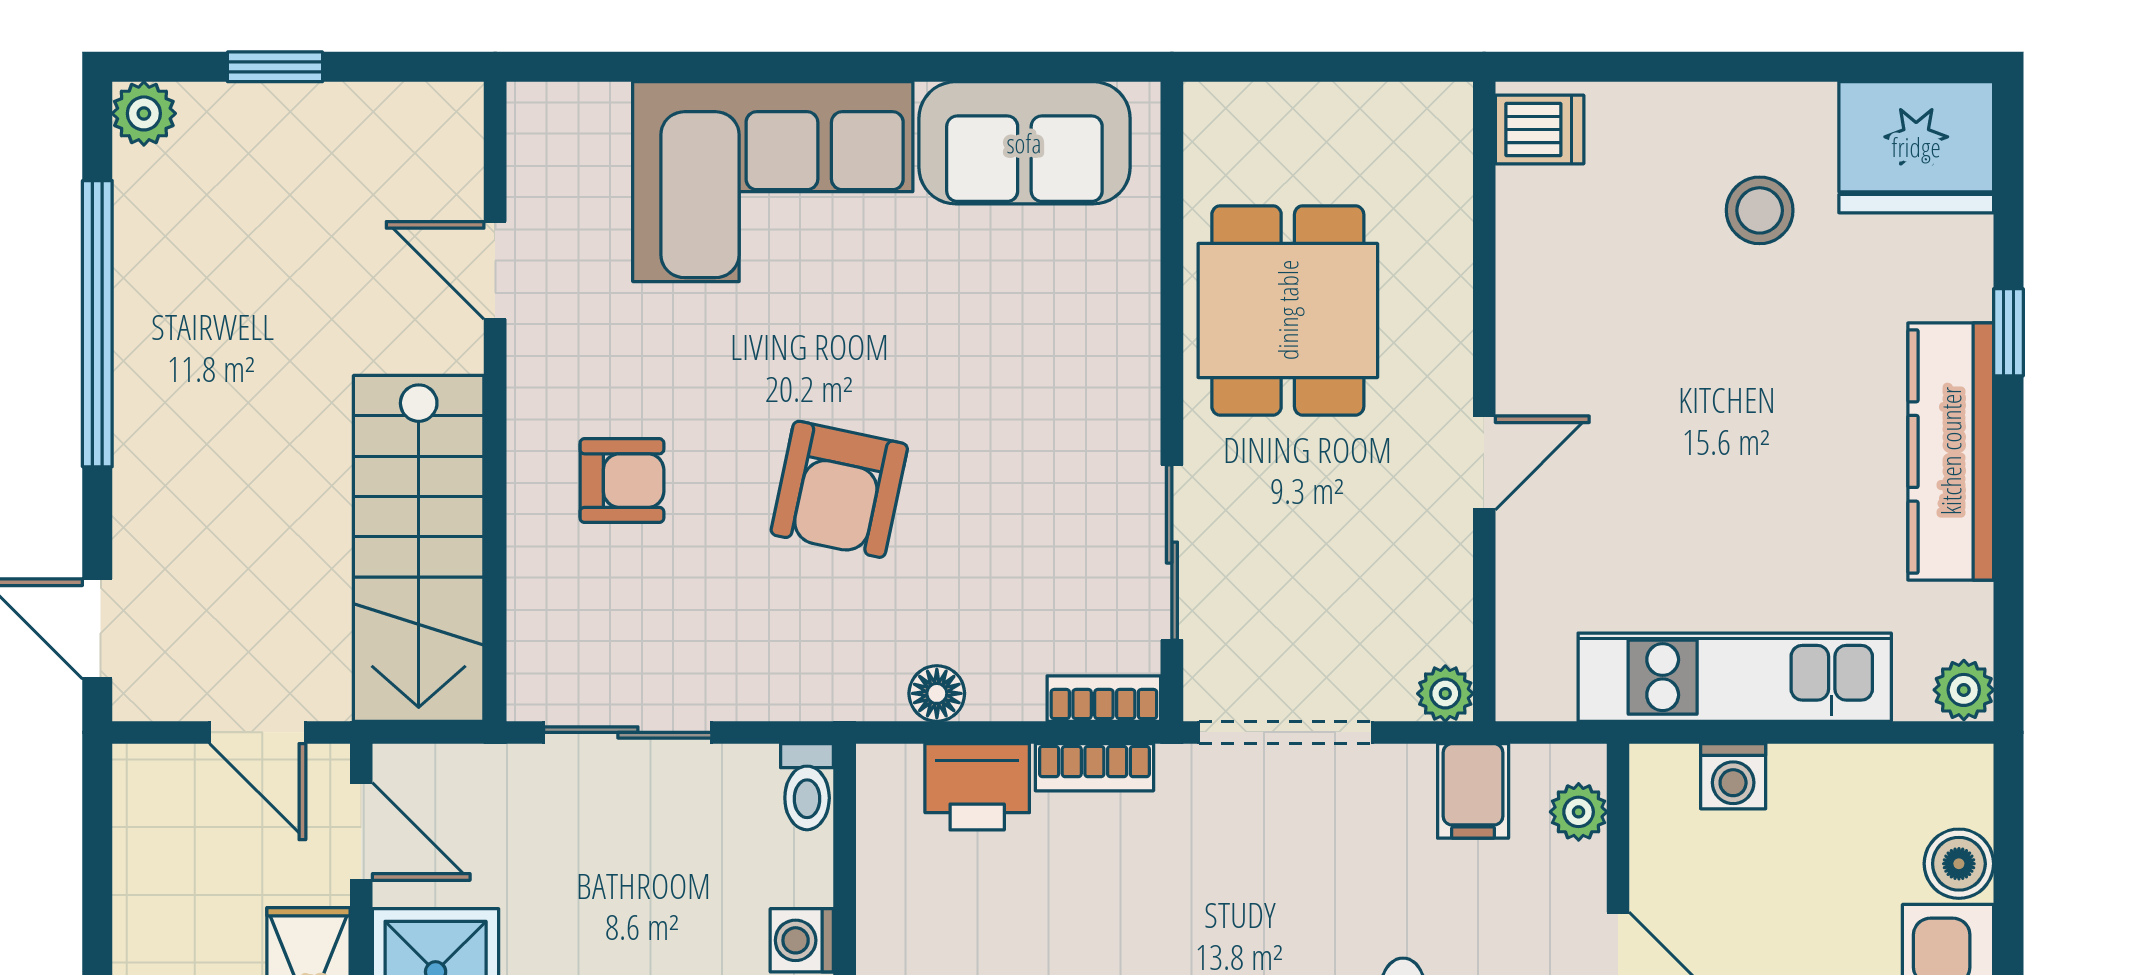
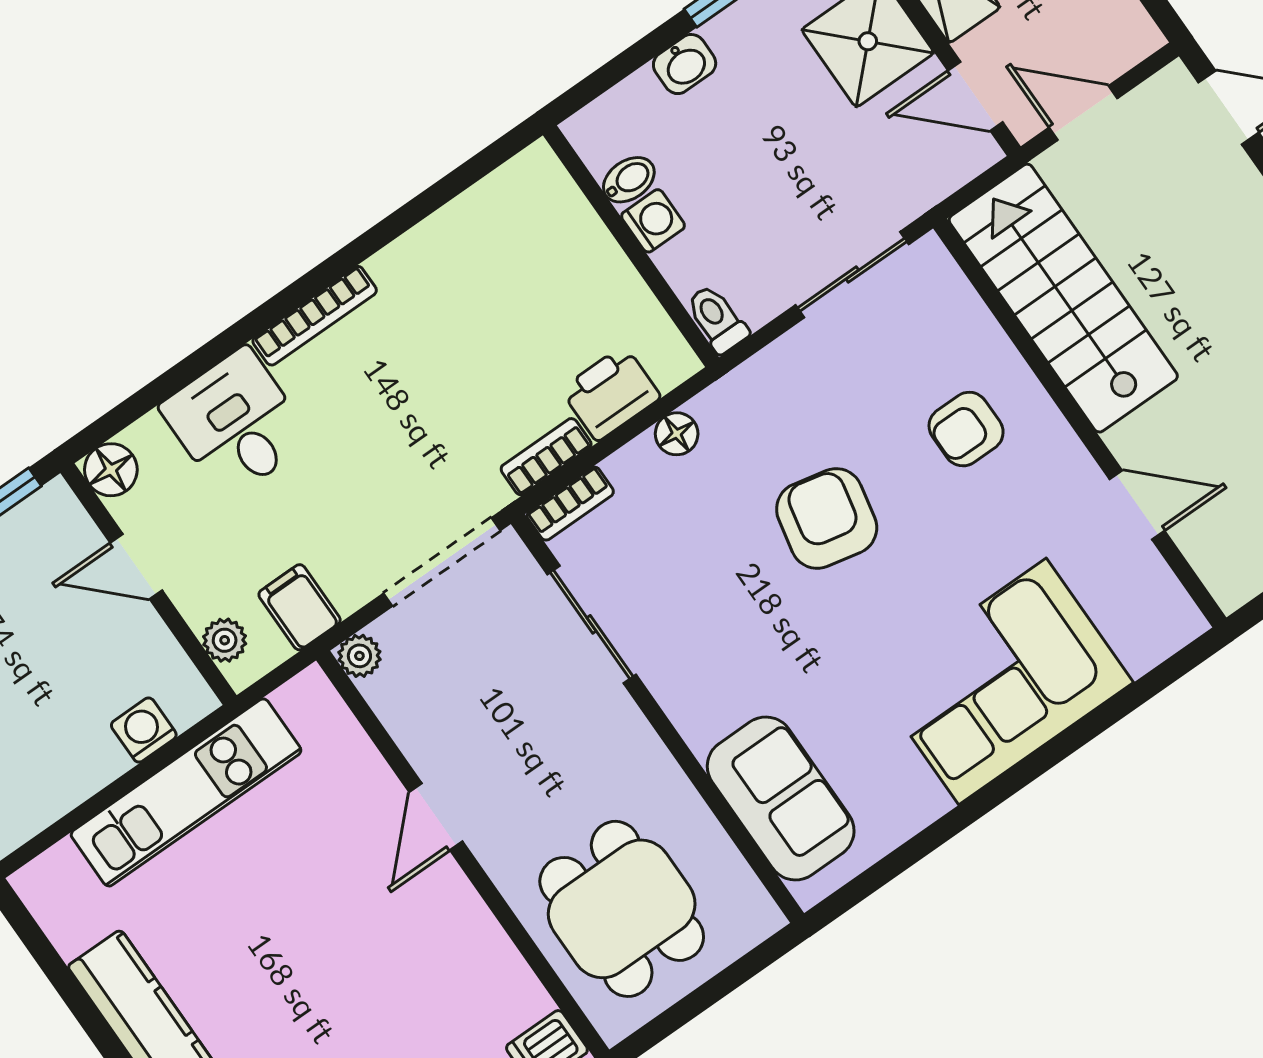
sofa: (1024, 143) -> (781, 798), moved, turned 90
dining table: (1288, 310) -> (622, 909), moved
plant: (1964, 690) -> (38, 885), removed

